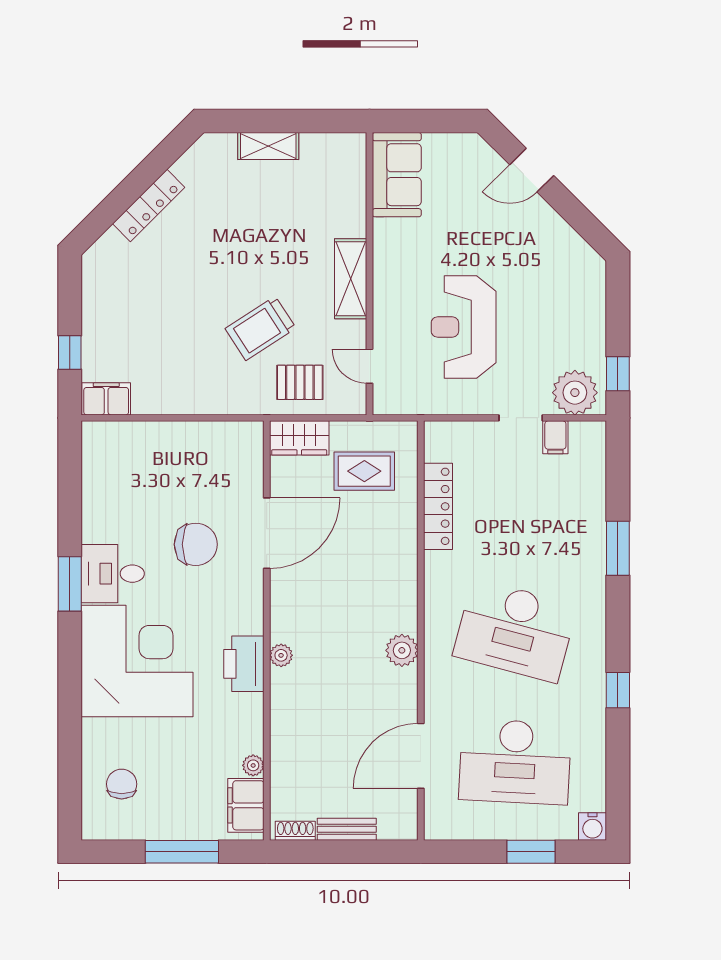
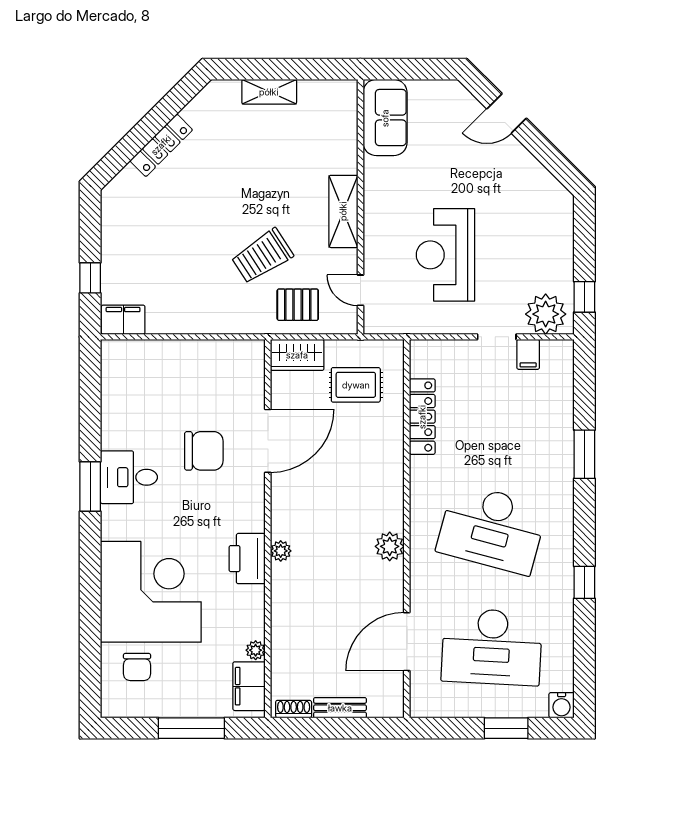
corner desk: (137, 661) -> (151, 592), moved
chair: (122, 784) -> (137, 667), turned 180

